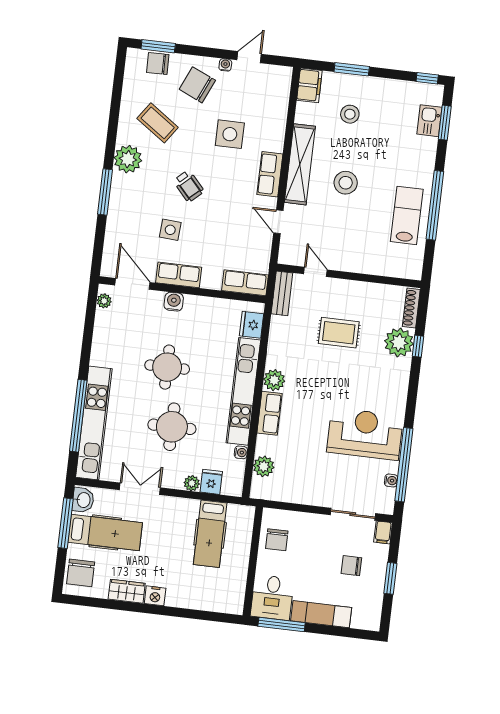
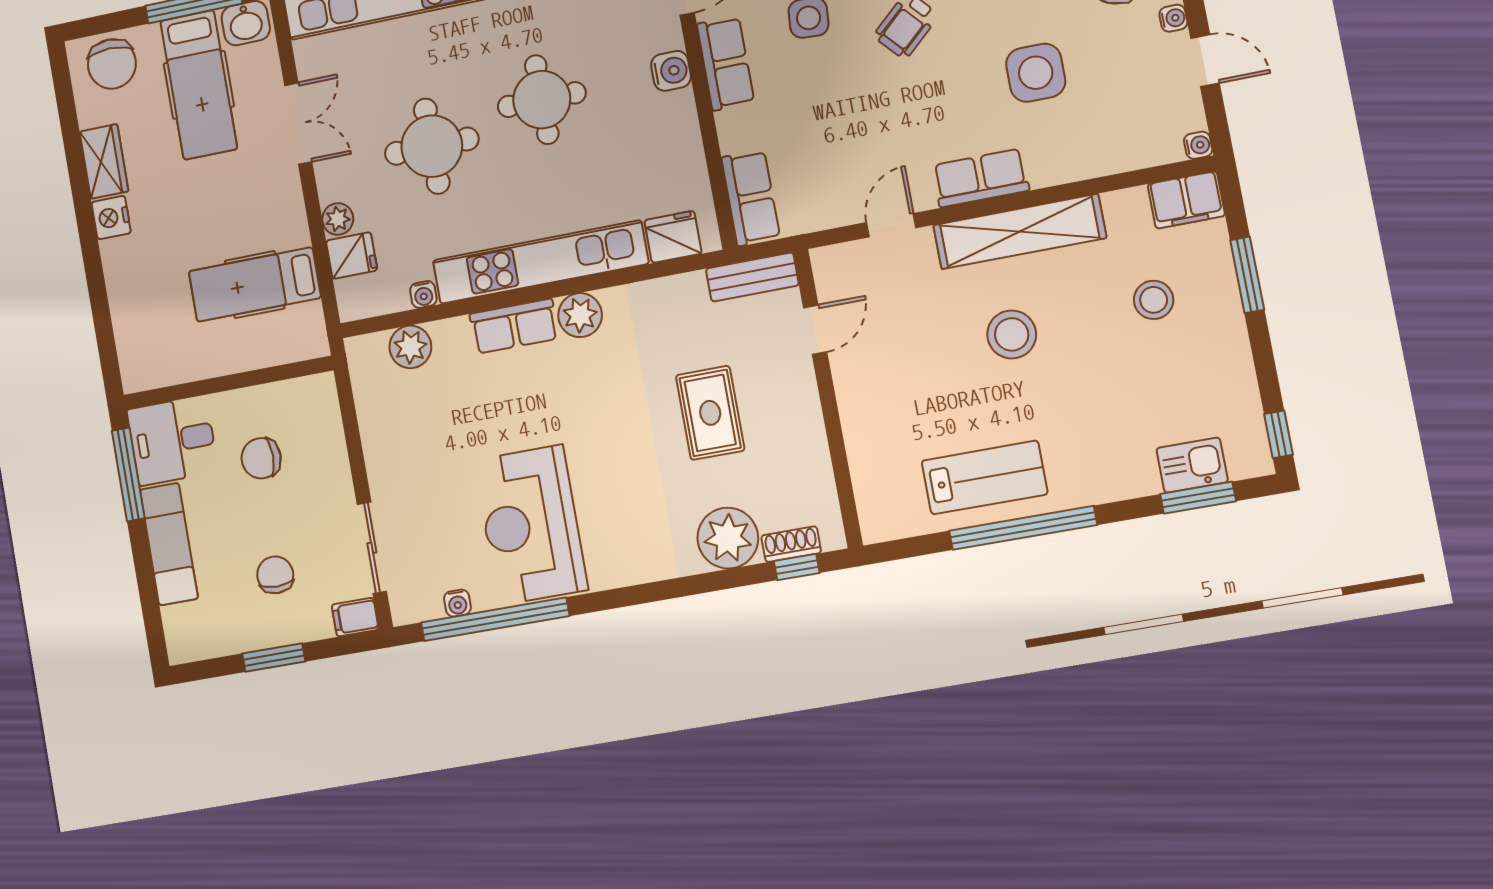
water cooler: (286, 72) -> (1198, 145), added
shoe rack: (411, 308) -> (791, 544), width x0.70
window: (418, 346) -> (797, 567), moved
reception desk: (365, 434) -> (531, 525), turned 180
chair: (277, 540) -> (261, 458), moved
chair: (81, 573) -> (112, 64), turned -90

